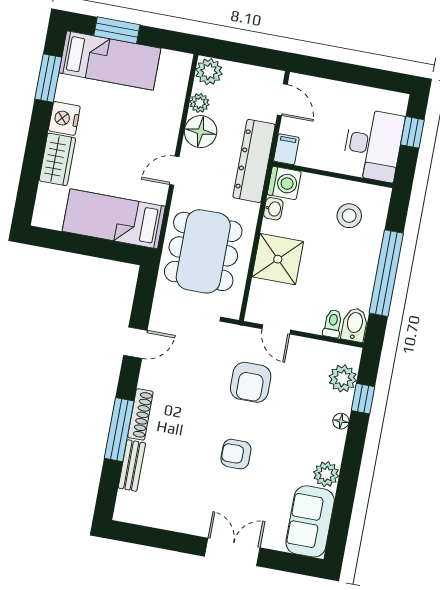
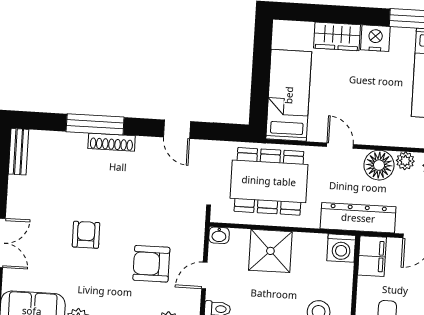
filing cabinet: (286, 149) -> (372, 256), width x2.00
washbasin: (273, 209) -> (219, 235), moved
door: (276, 329) -> (204, 275), moved
armchair: (251, 382) -> (151, 264), moved
bench: (132, 465) -> (18, 152), moved, turned 90

